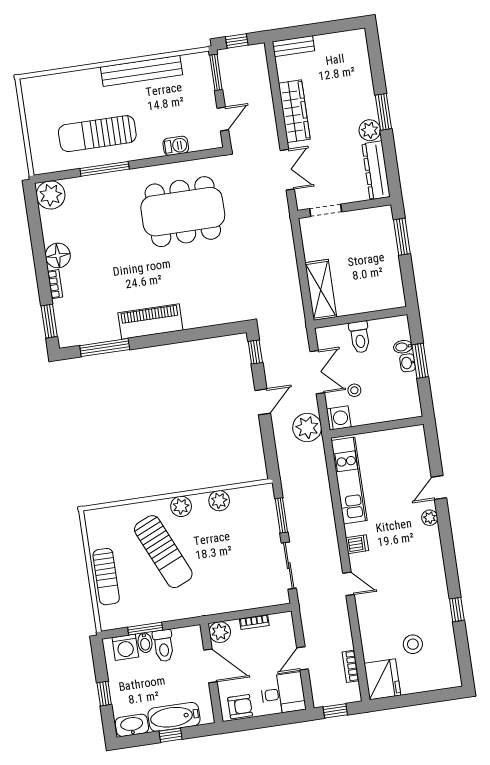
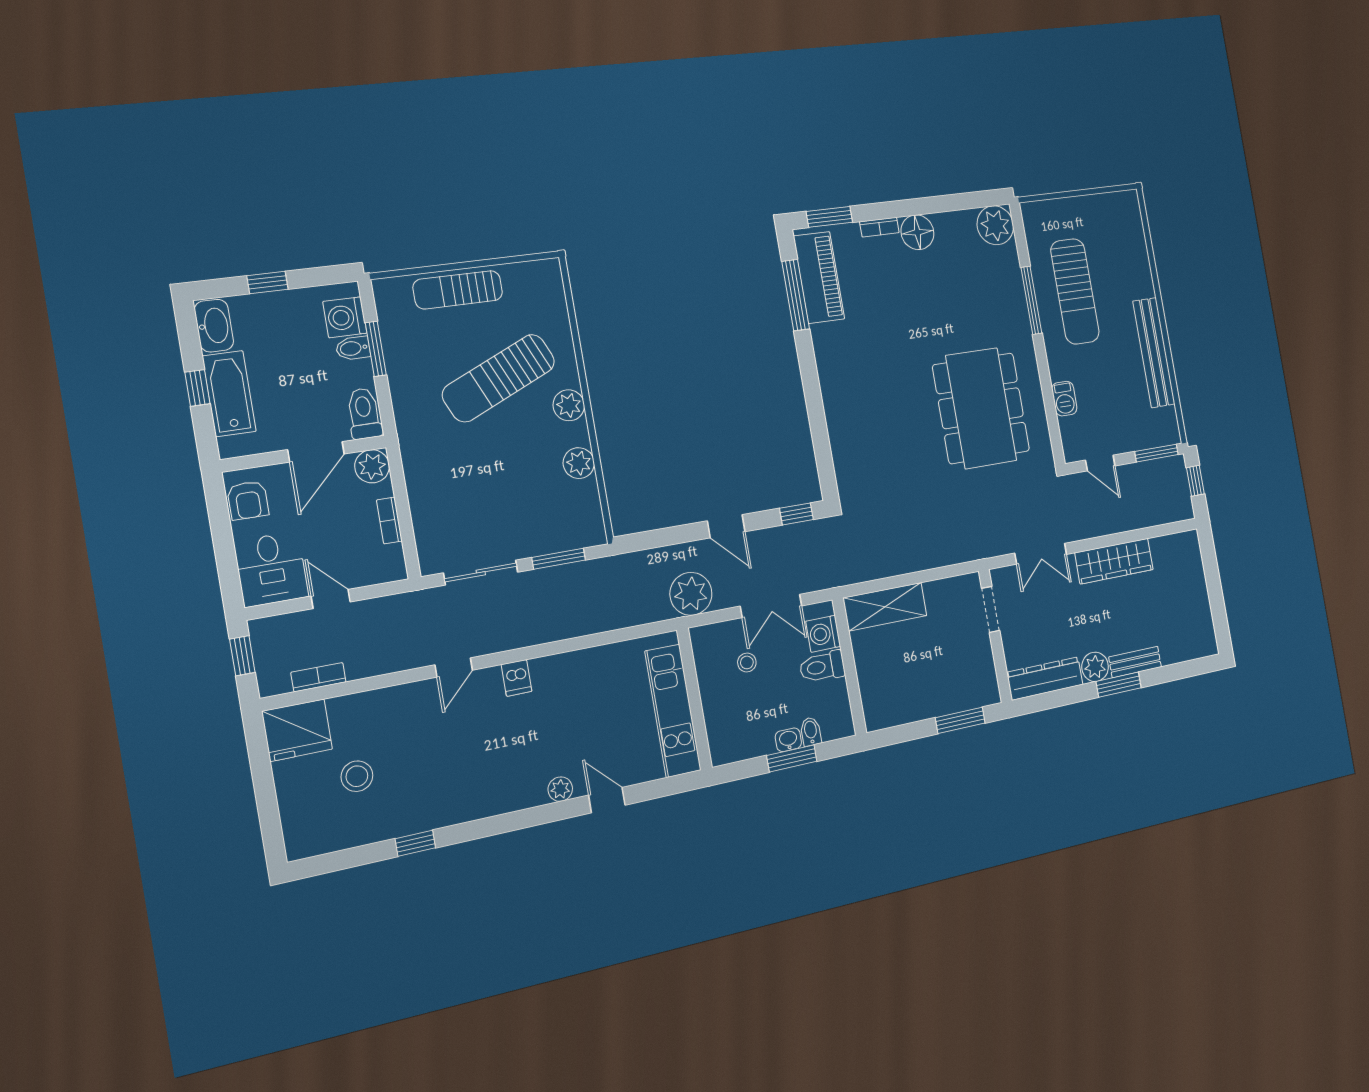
bench: (293, 46) -> (1135, 662), moved, turned 90
sun lounger: (97, 134) -> (1075, 291), turned 180
piano: (150, 322) -> (819, 277), moved
washing machine: (339, 418) -> (823, 634), moved, turned 90
kitchen unit: (349, 481) -> (673, 711), moved, turned 90
toilet: (163, 646) -> (364, 413), moved, turned 90

